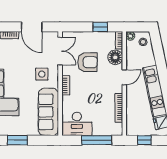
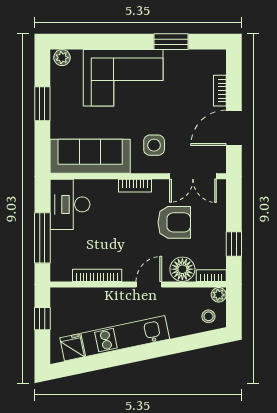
armchair: (87, 62) -> (174, 222), turned -90
door: (124, 77) -> (149, 284), swing flipped

